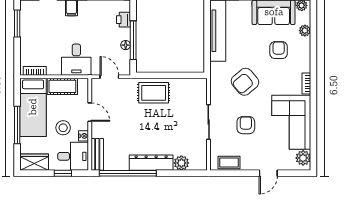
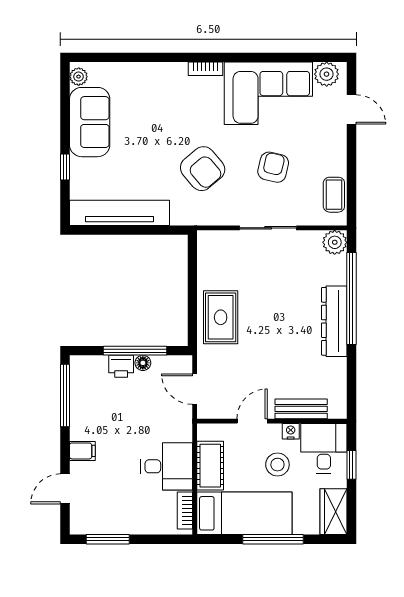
printer: (123, 20) -> (121, 366), moved
plant: (305, 31) -> (119, 71), removed
armchair: (279, 50) -> (151, 114), removed
desk: (76, 60) -> (167, 466), moved
door: (109, 77) -> (195, 389), hinge flipped
armchair: (246, 125) -> (273, 167), turned 103
bench: (97, 154) -> (301, 409), moved
plant: (181, 163) -> (335, 242), moved
window: (128, 173) -> (351, 299), moved
door: (268, 173) -> (351, 109), moved

